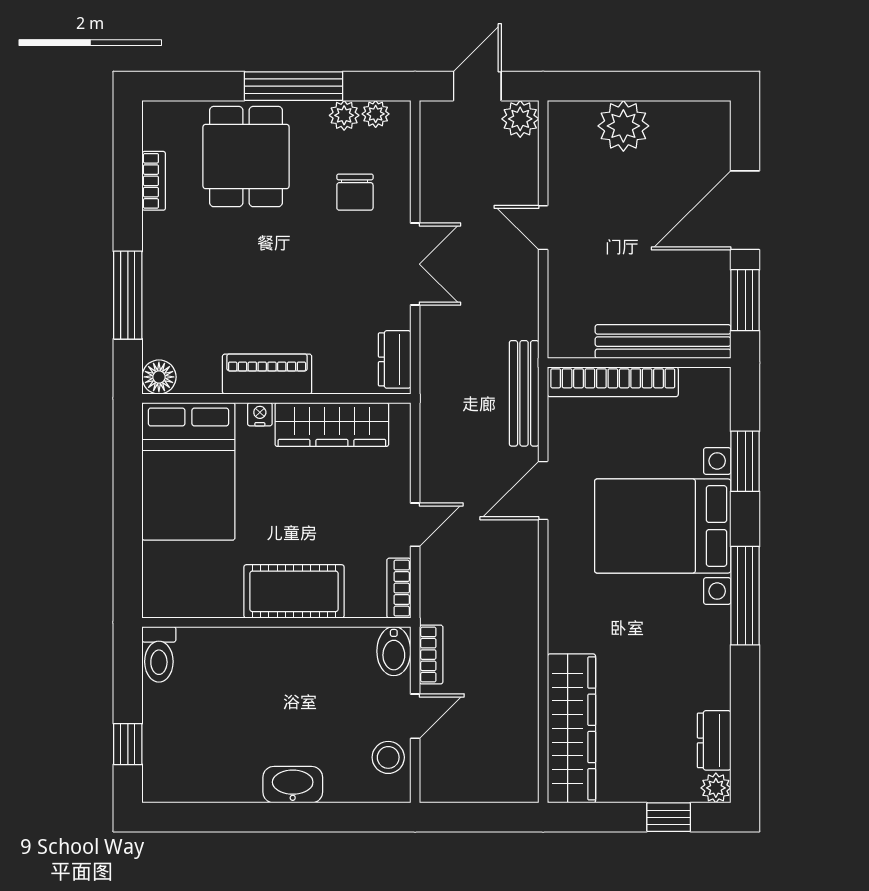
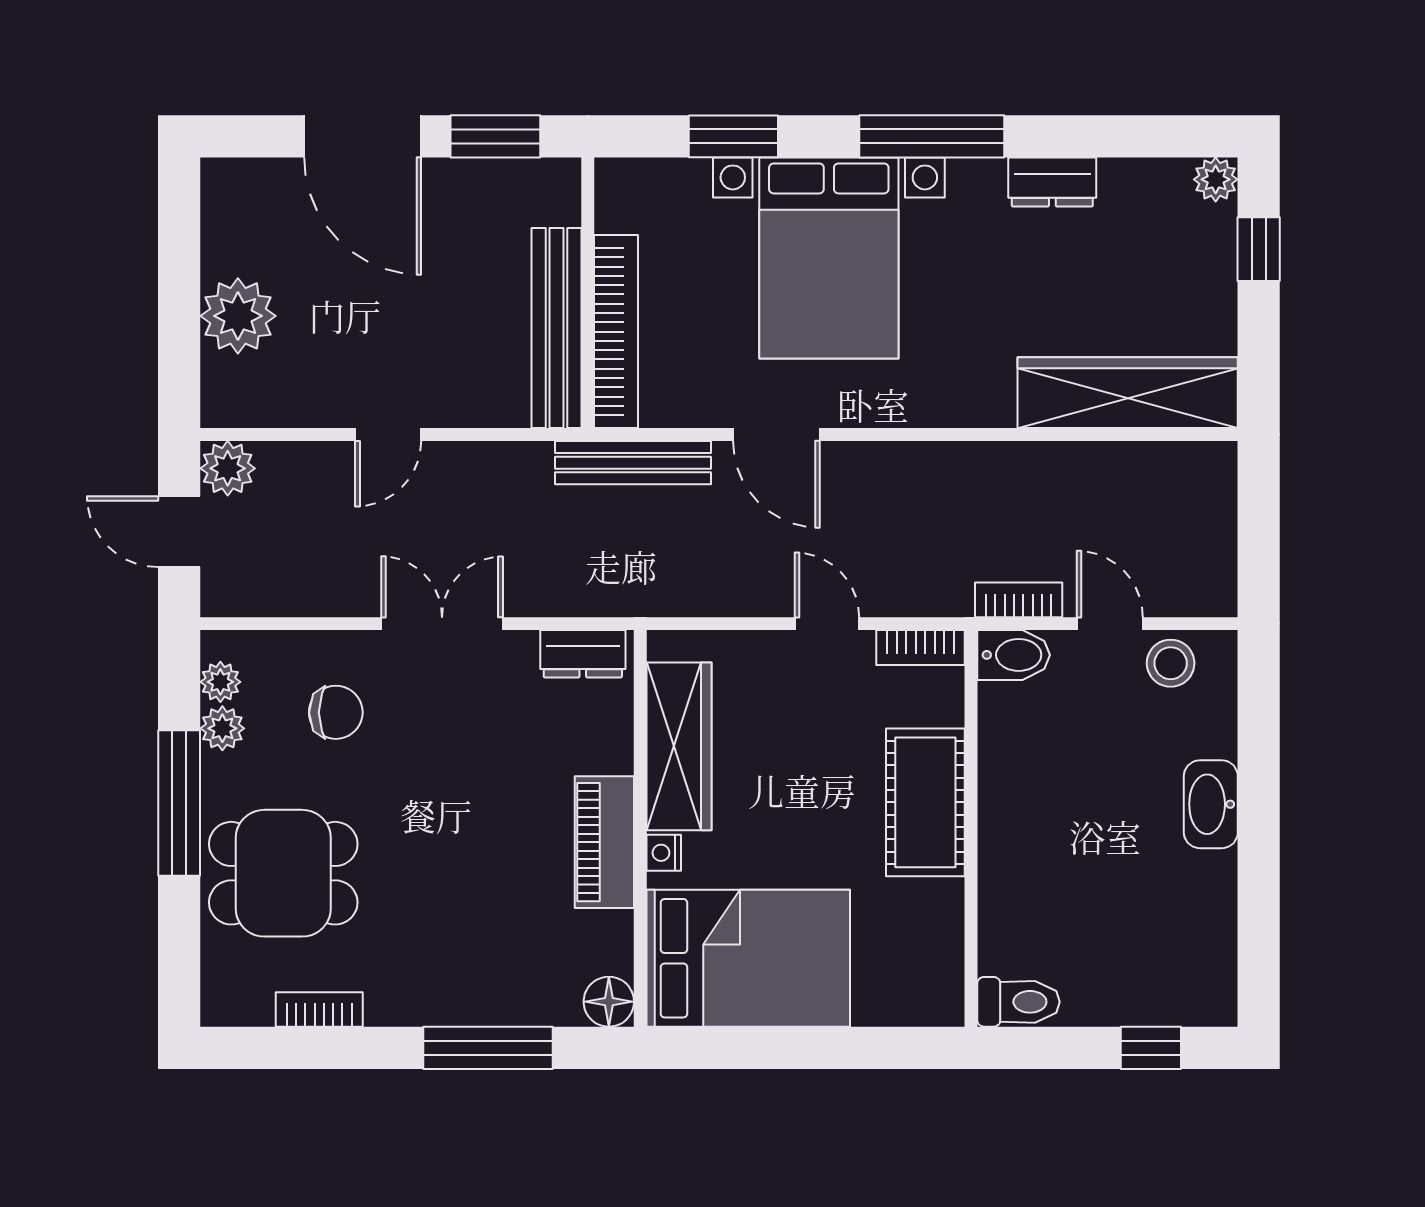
bench: (663, 342) -> (557, 328), moved
dresser: (714, 740) -> (1052, 182), moved

